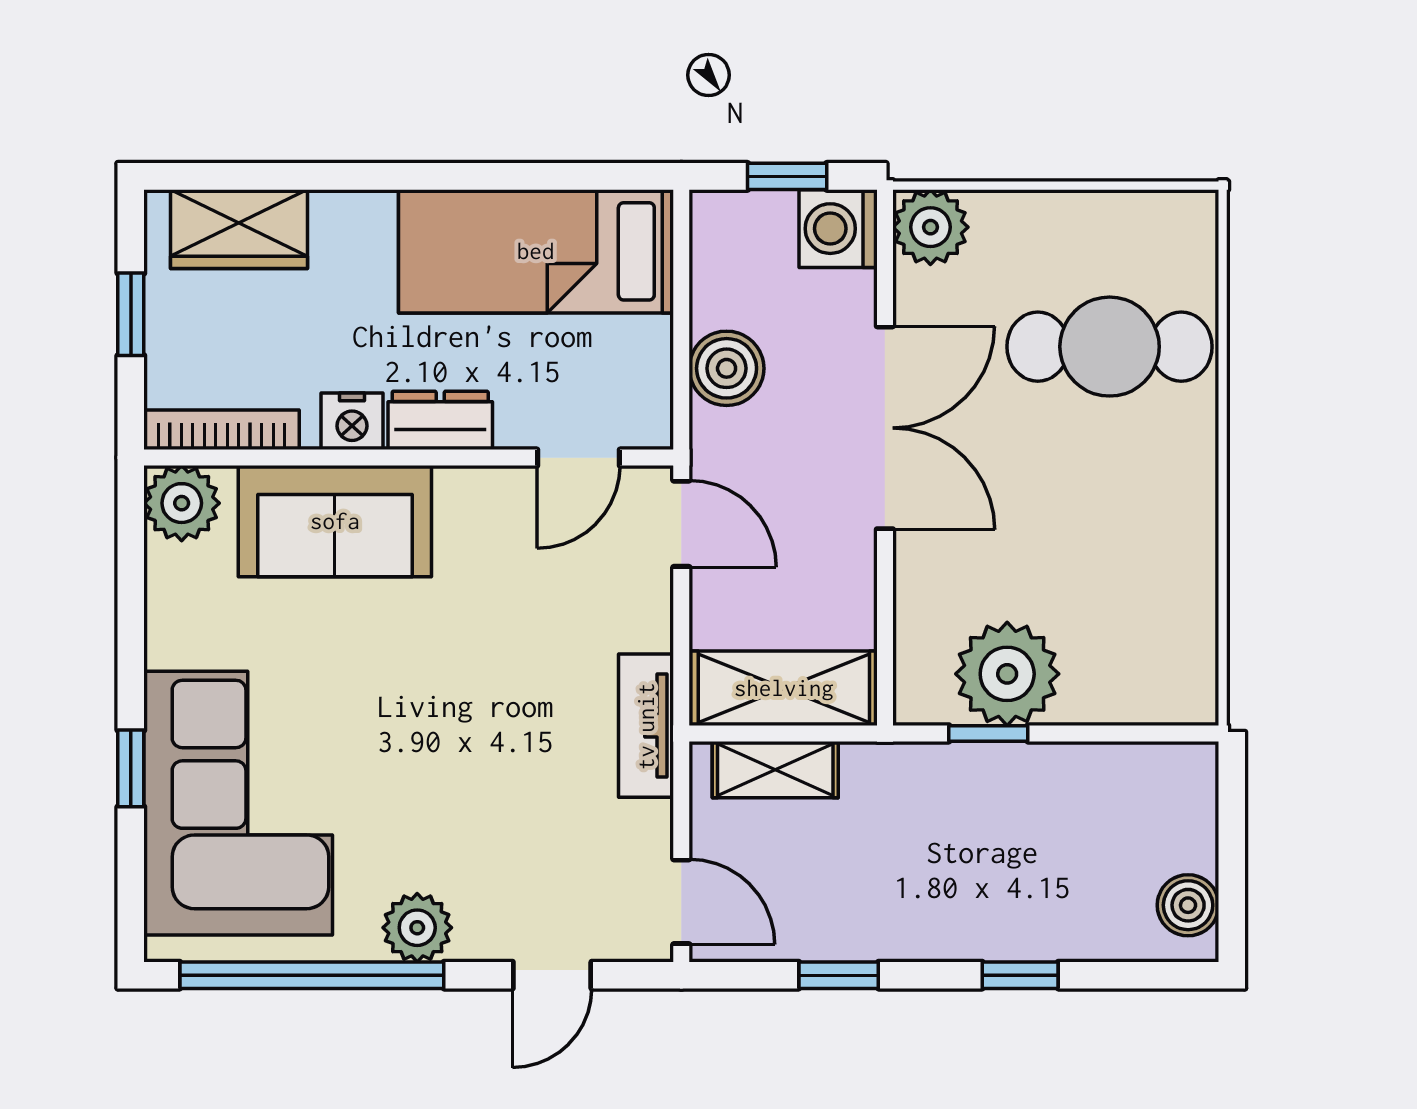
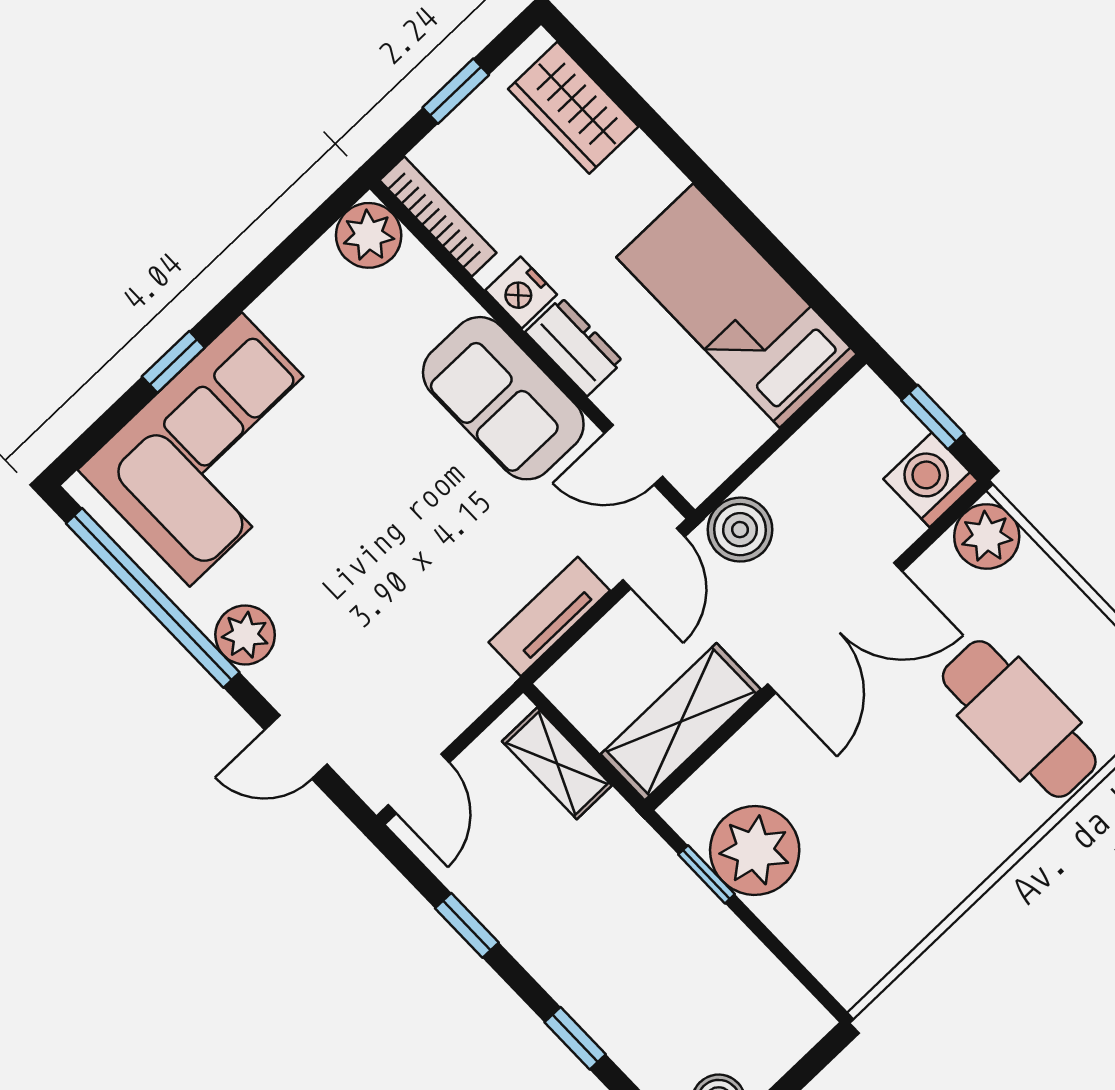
boiler: (727, 368) -> (740, 530), moved
sofa: (335, 521) -> (503, 398), moved
shelving: (784, 688) -> (681, 722), moved, turned 90
tv unit: (646, 726) -> (549, 616), moved

